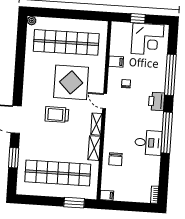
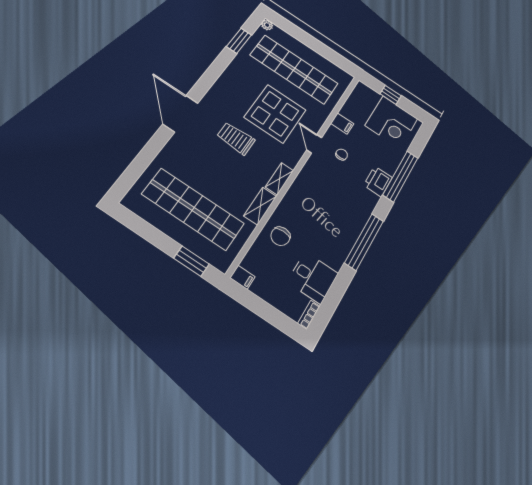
door: (105, 101) -> (314, 144), moved
printer: (157, 101) -> (378, 181), moved
desk: (148, 143) -> (313, 278), moved
window: (14, 158) -> (239, 41), moved

